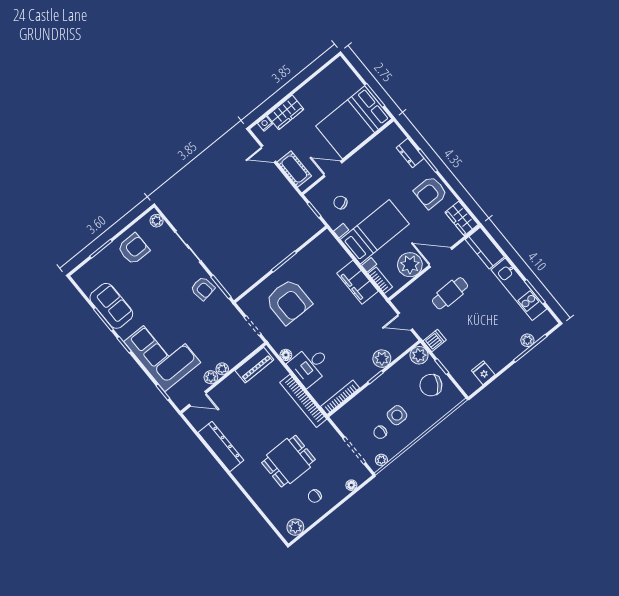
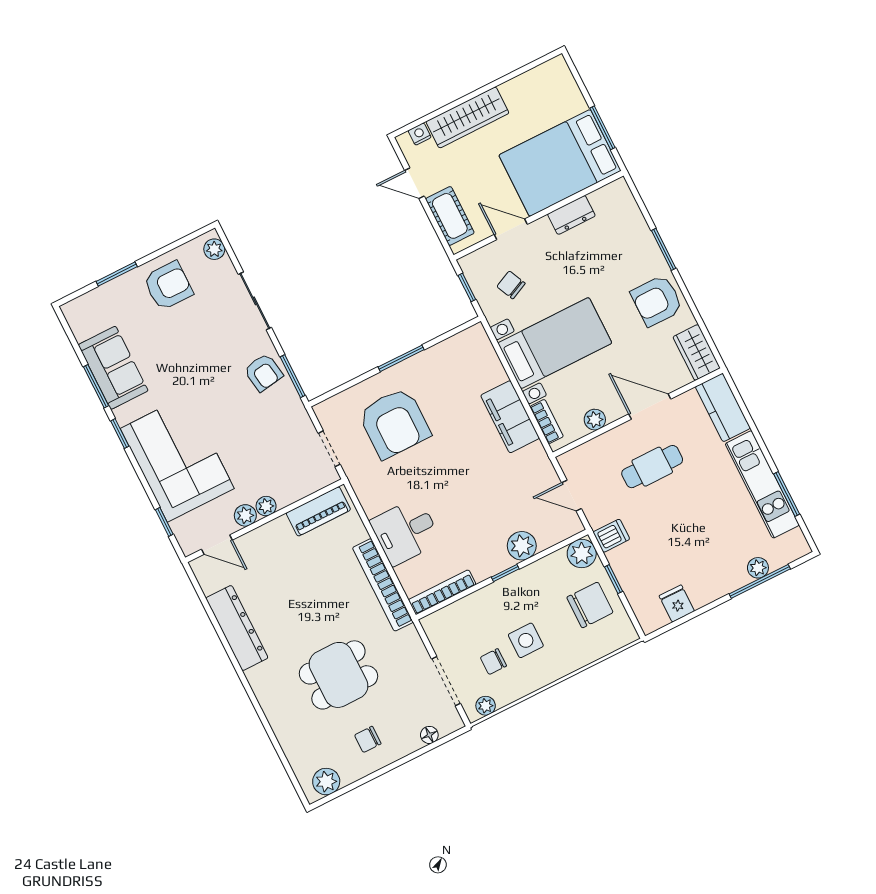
wardrobe: (285, 112) -> (467, 117), width x1.50
dresser: (410, 153) -> (571, 215), moved, turned -90
plant: (410, 265) -> (595, 420), width x0.53, depth x0.53
floor lamp: (286, 355) -> (371, 506), removed
chair: (431, 385) -> (590, 605), turned 149

